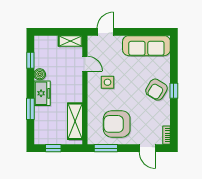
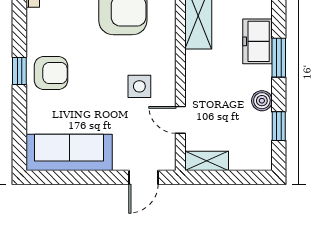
armchair: (156, 90) -> (51, 73), turned 59
freezer: (42, 93) -> (258, 41), moved
window: (30, 109) -> (279, 58), moved

